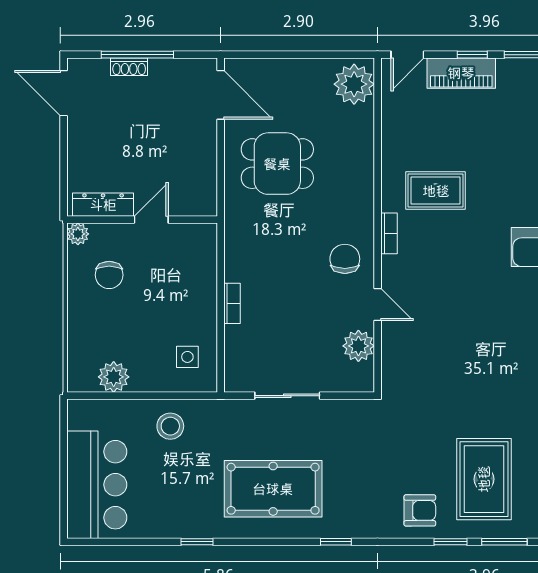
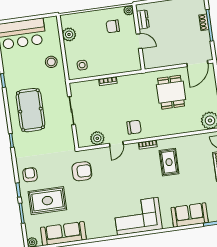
dresser: (103, 205) -> (143, 19), width x0.70
armchair: (428, 391) -> (82, 171), added
armchair: (420, 510) -> (30, 175), turned 180

